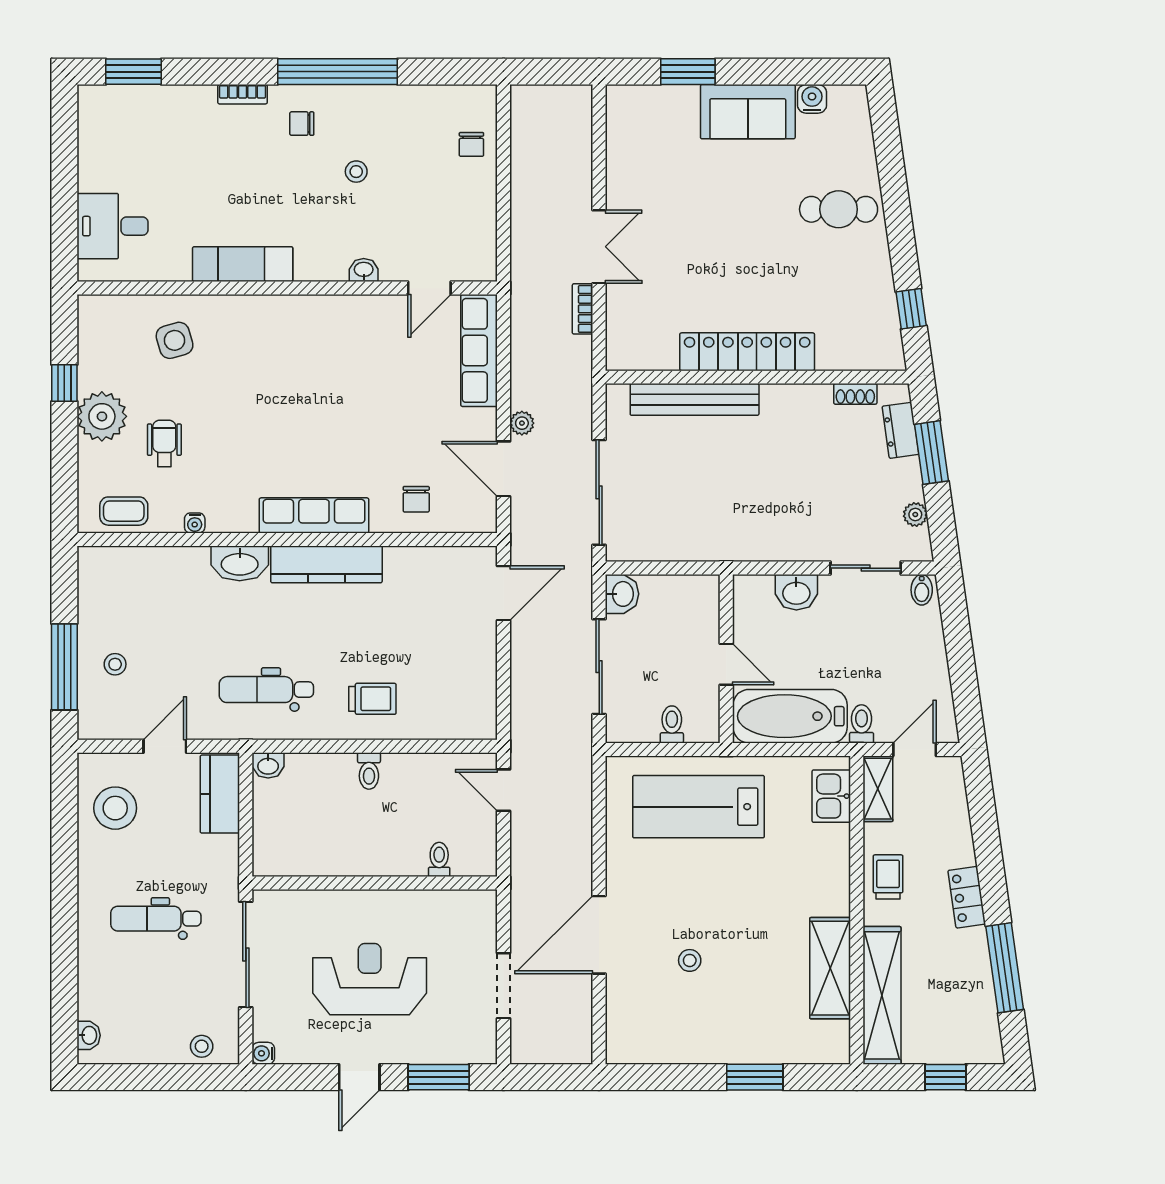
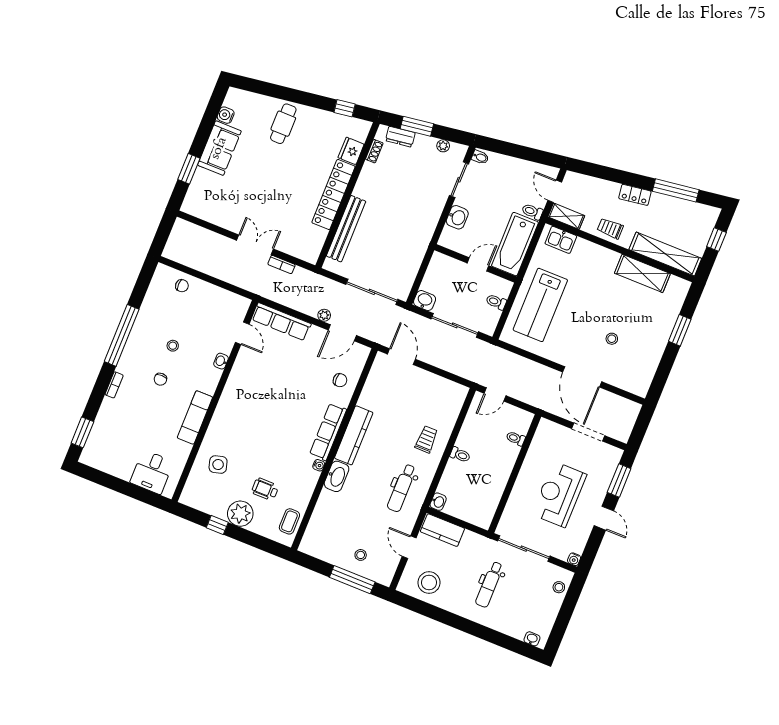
chair: (302, 124) -> (160, 379), moved
fridge: (839, 352) -> (351, 151), added
water cooler: (195, 523) -> (319, 465), moved

